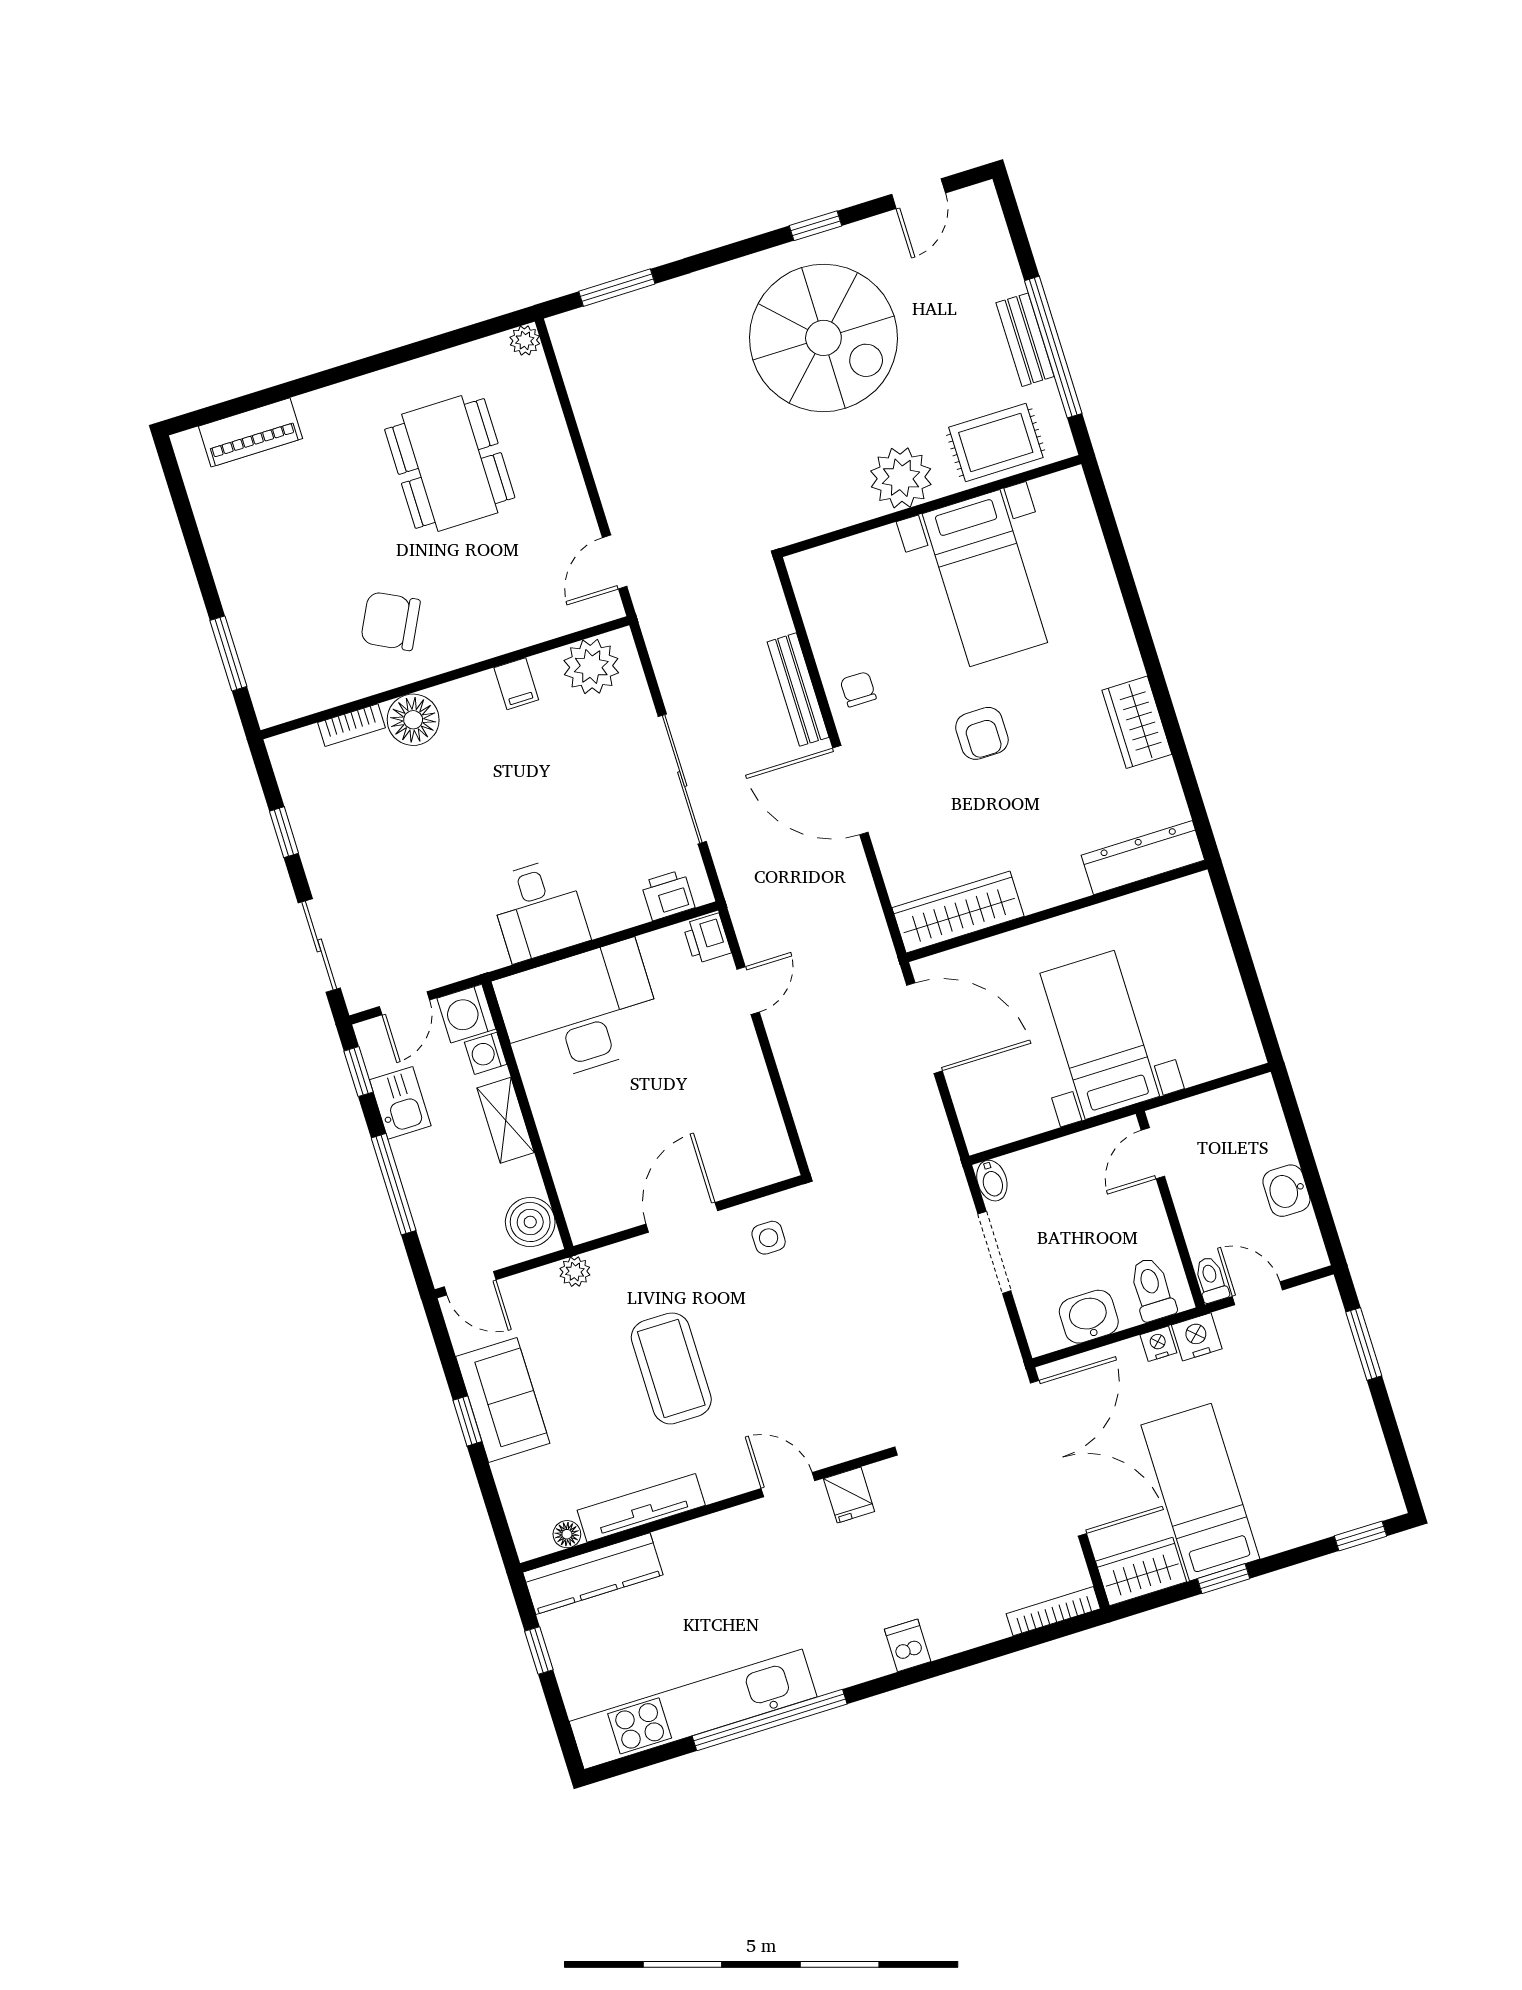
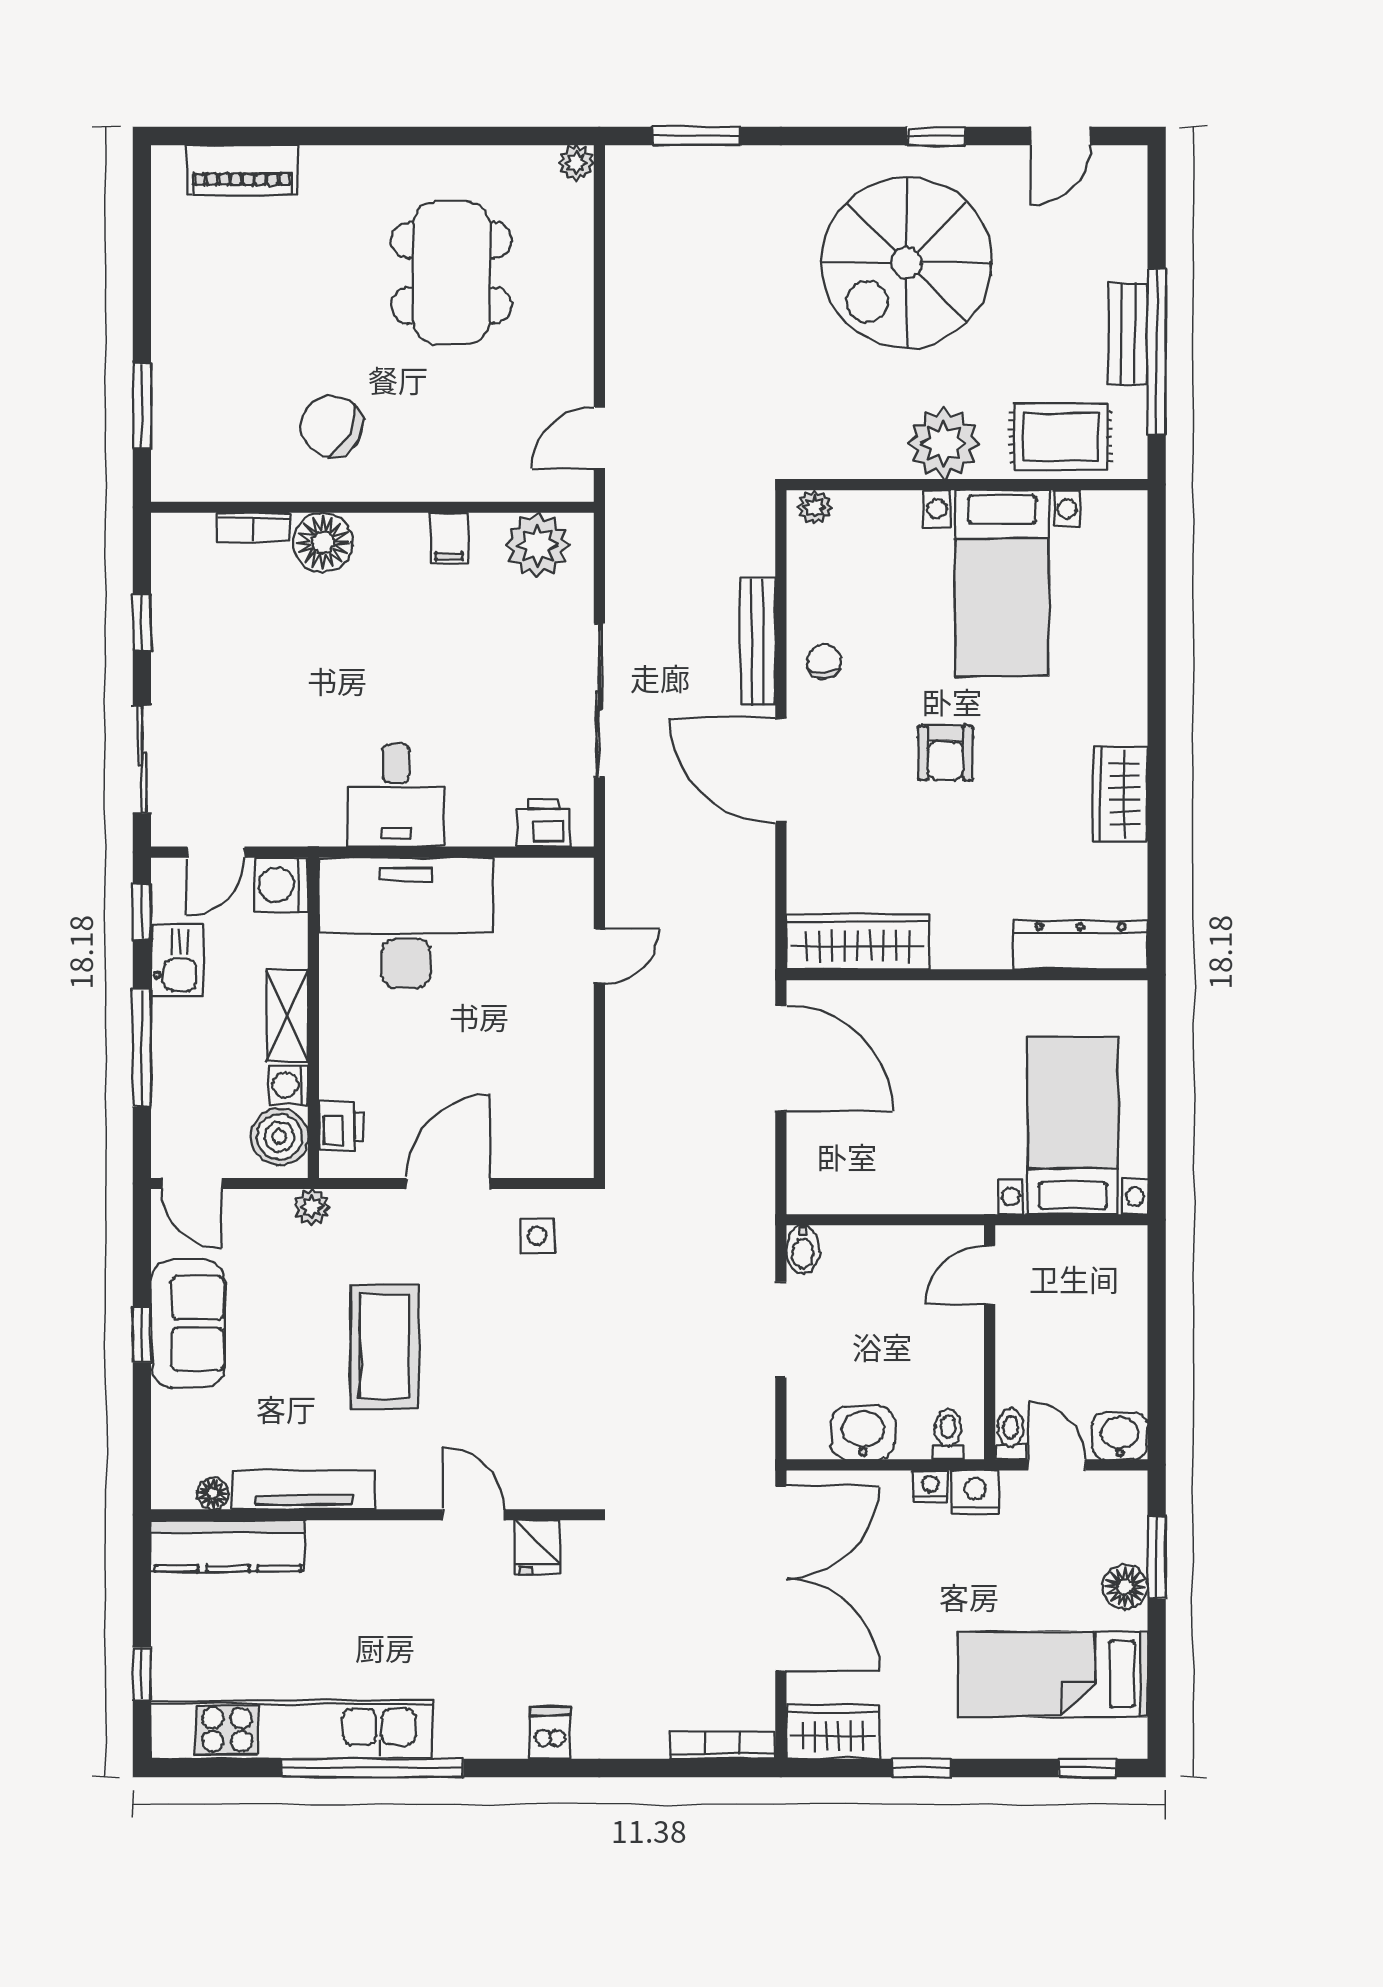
spiral stairs: (823, 338) -> (906, 262), turned 90
plant: (811, 564) -> (815, 507), added
printer: (707, 938) -> (341, 1126), moved, turned 180
bed with nightstands: (1100, 1035) -> (1073, 1126), moved
washing machine: (486, 1053) -> (288, 1085), moved
washbasin: (1286, 1191) -> (1120, 1436), moved, turned 90
toilet: (1152, 1289) -> (948, 1434), width x0.73, depth x0.72
floor lamp: (1345, 1377) -> (1125, 1587), added
bed: (1200, 1492) -> (1053, 1674), moved, turned -90
window: (539, 1650) -> (142, 1674), moved

